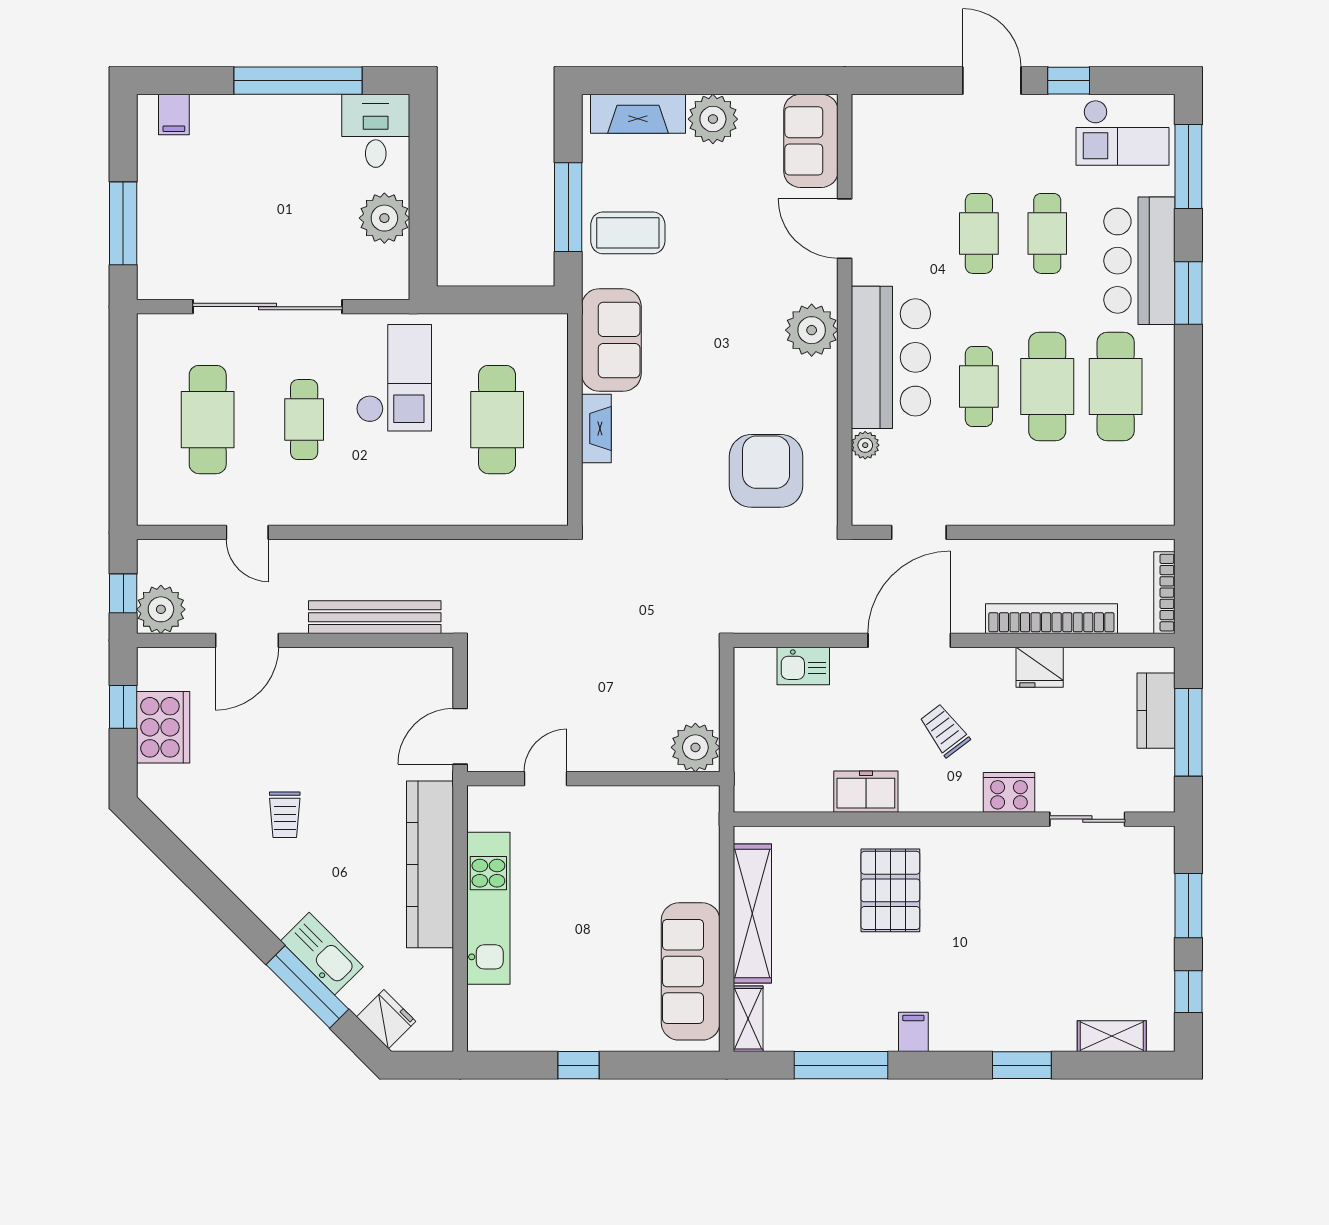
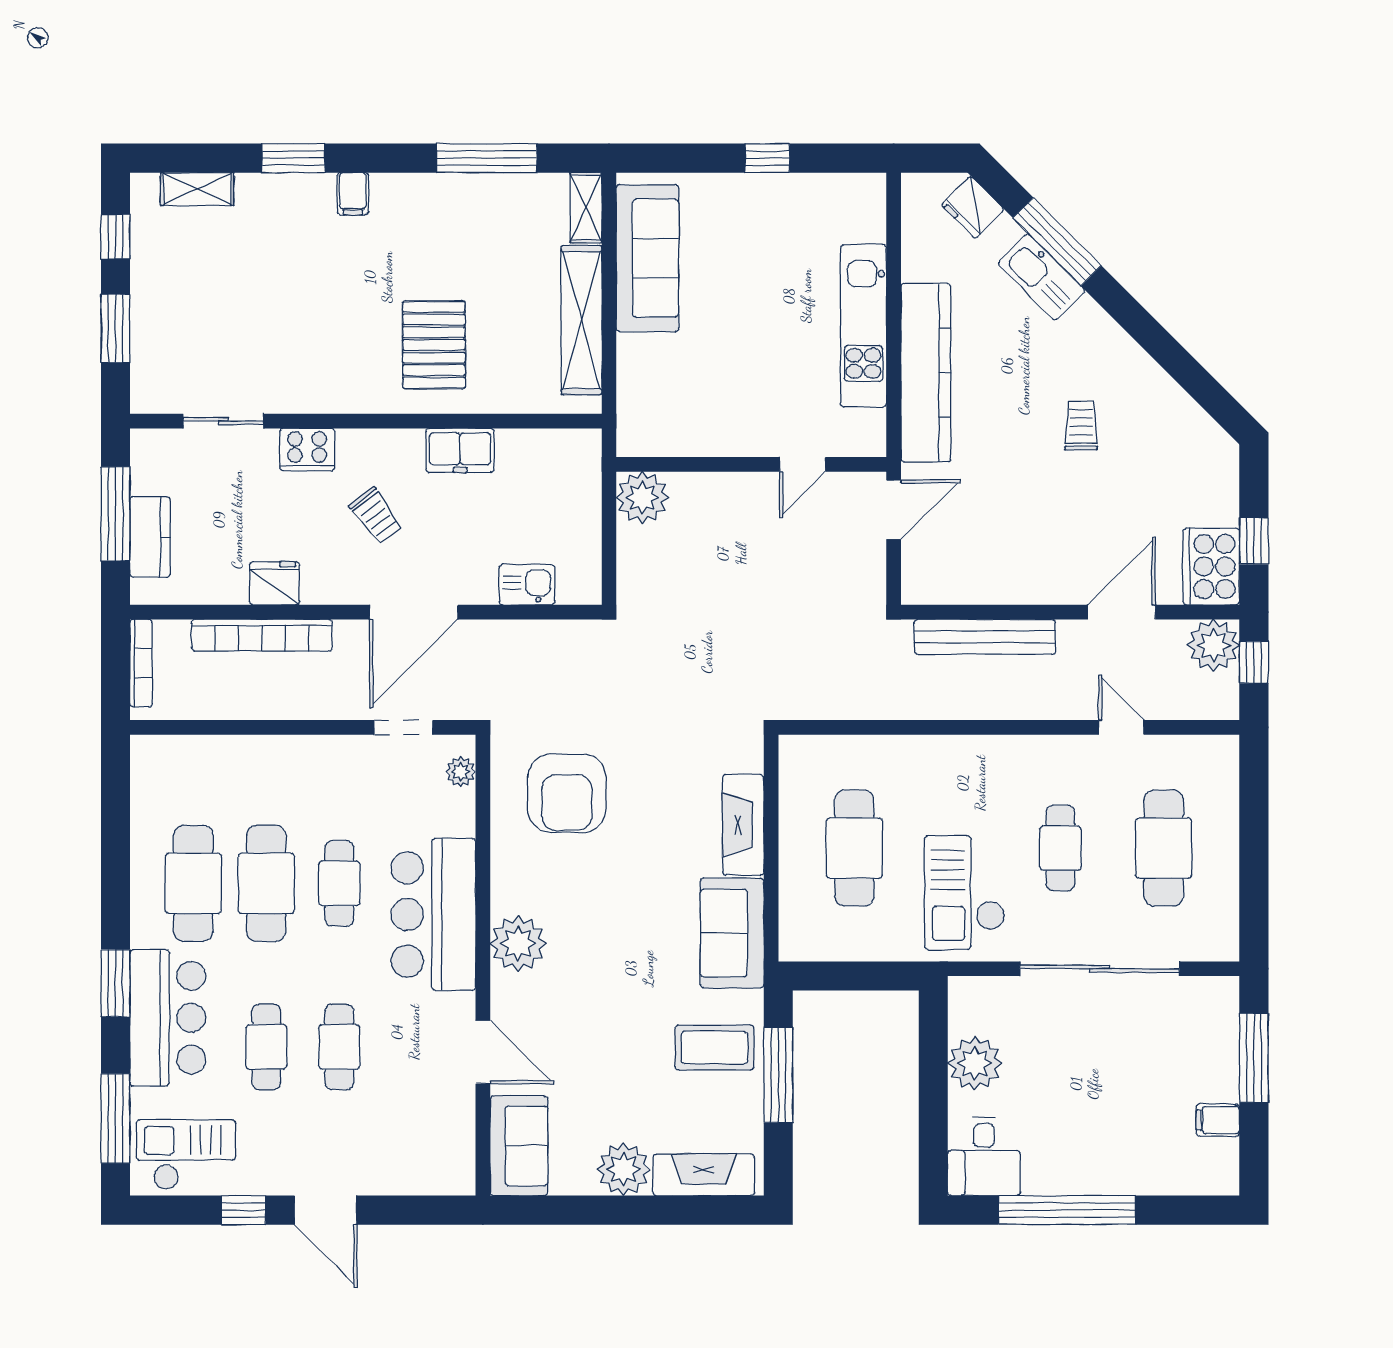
filing cabinet: (174, 115) -> (1218, 1120), moved, turned -90
fireplace: (596, 429) -> (743, 825), width x1.37, depth x1.32
plant: (865, 445) -> (461, 772), moved
cooker: (163, 727) -> (1211, 566), moved
filing cabinet: (913, 1032) -> (353, 194), moved

